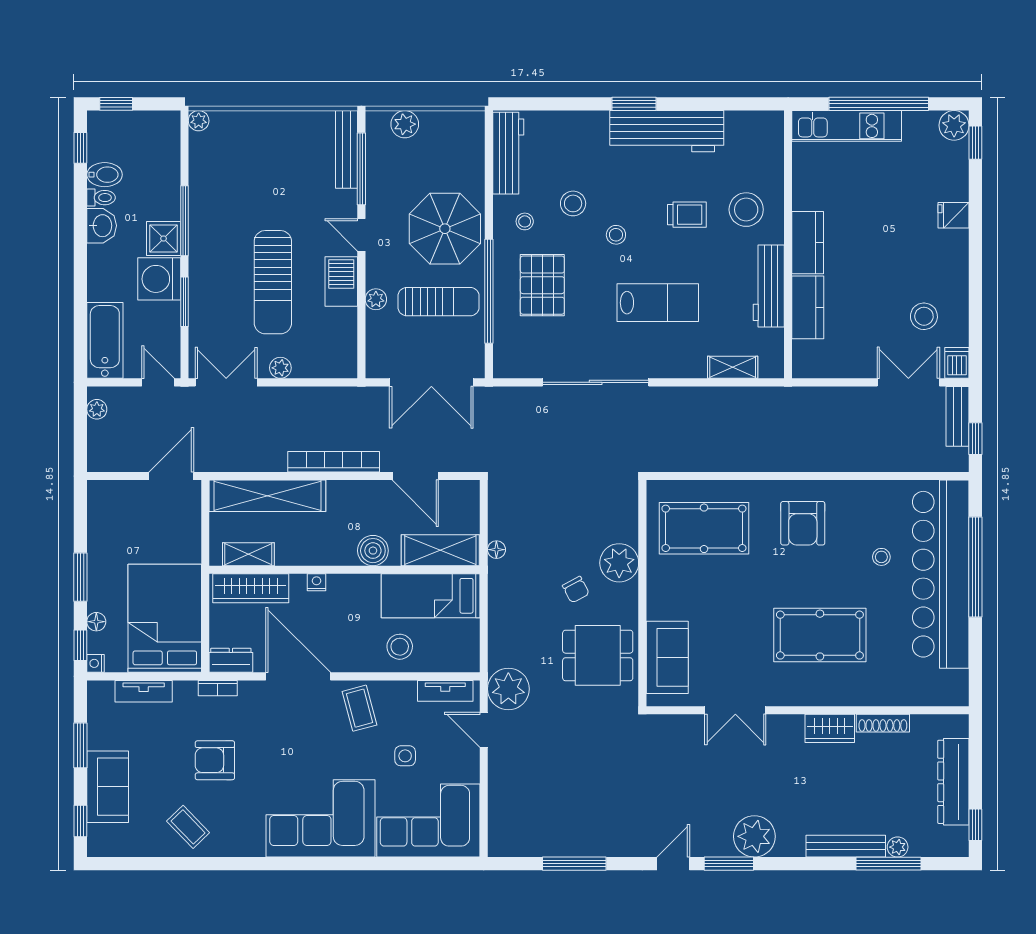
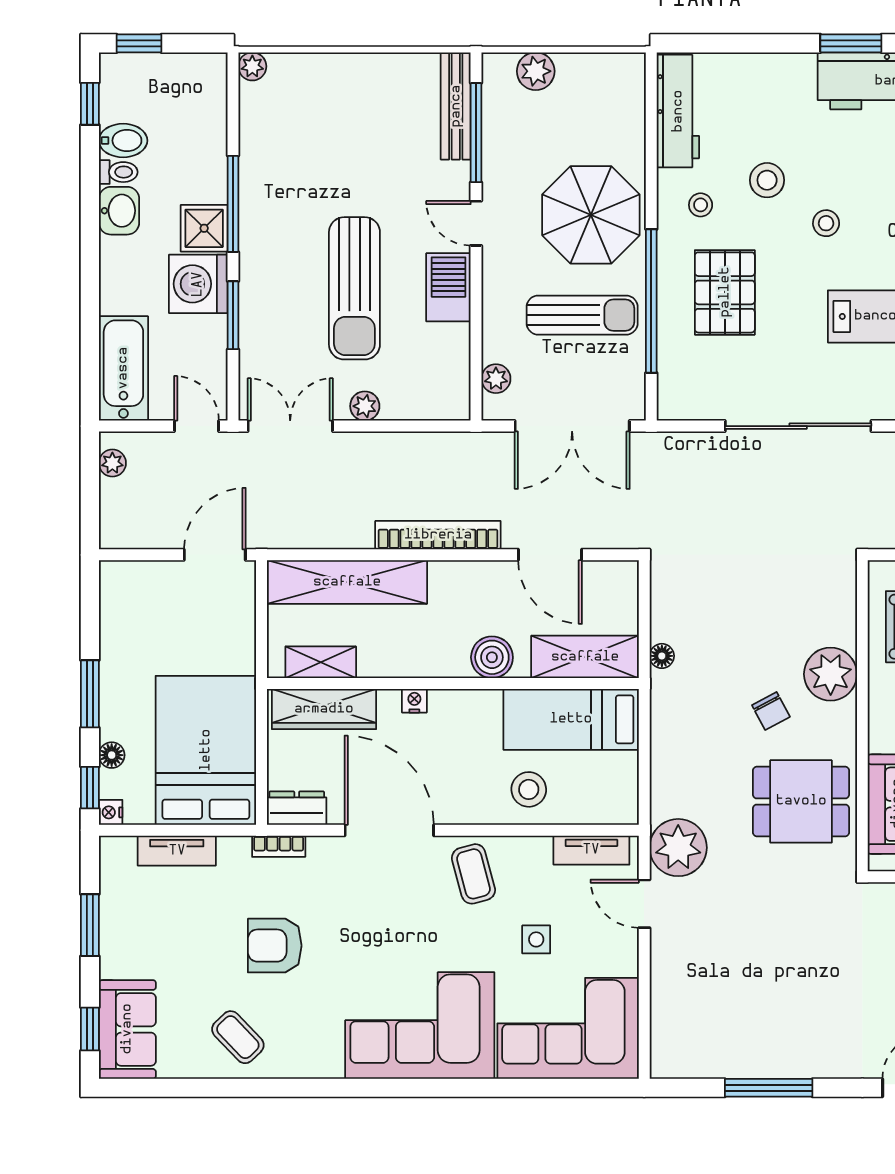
plant: (376, 299) -> (496, 379), moved
sofa: (108, 787) -> (127, 1029), moved

